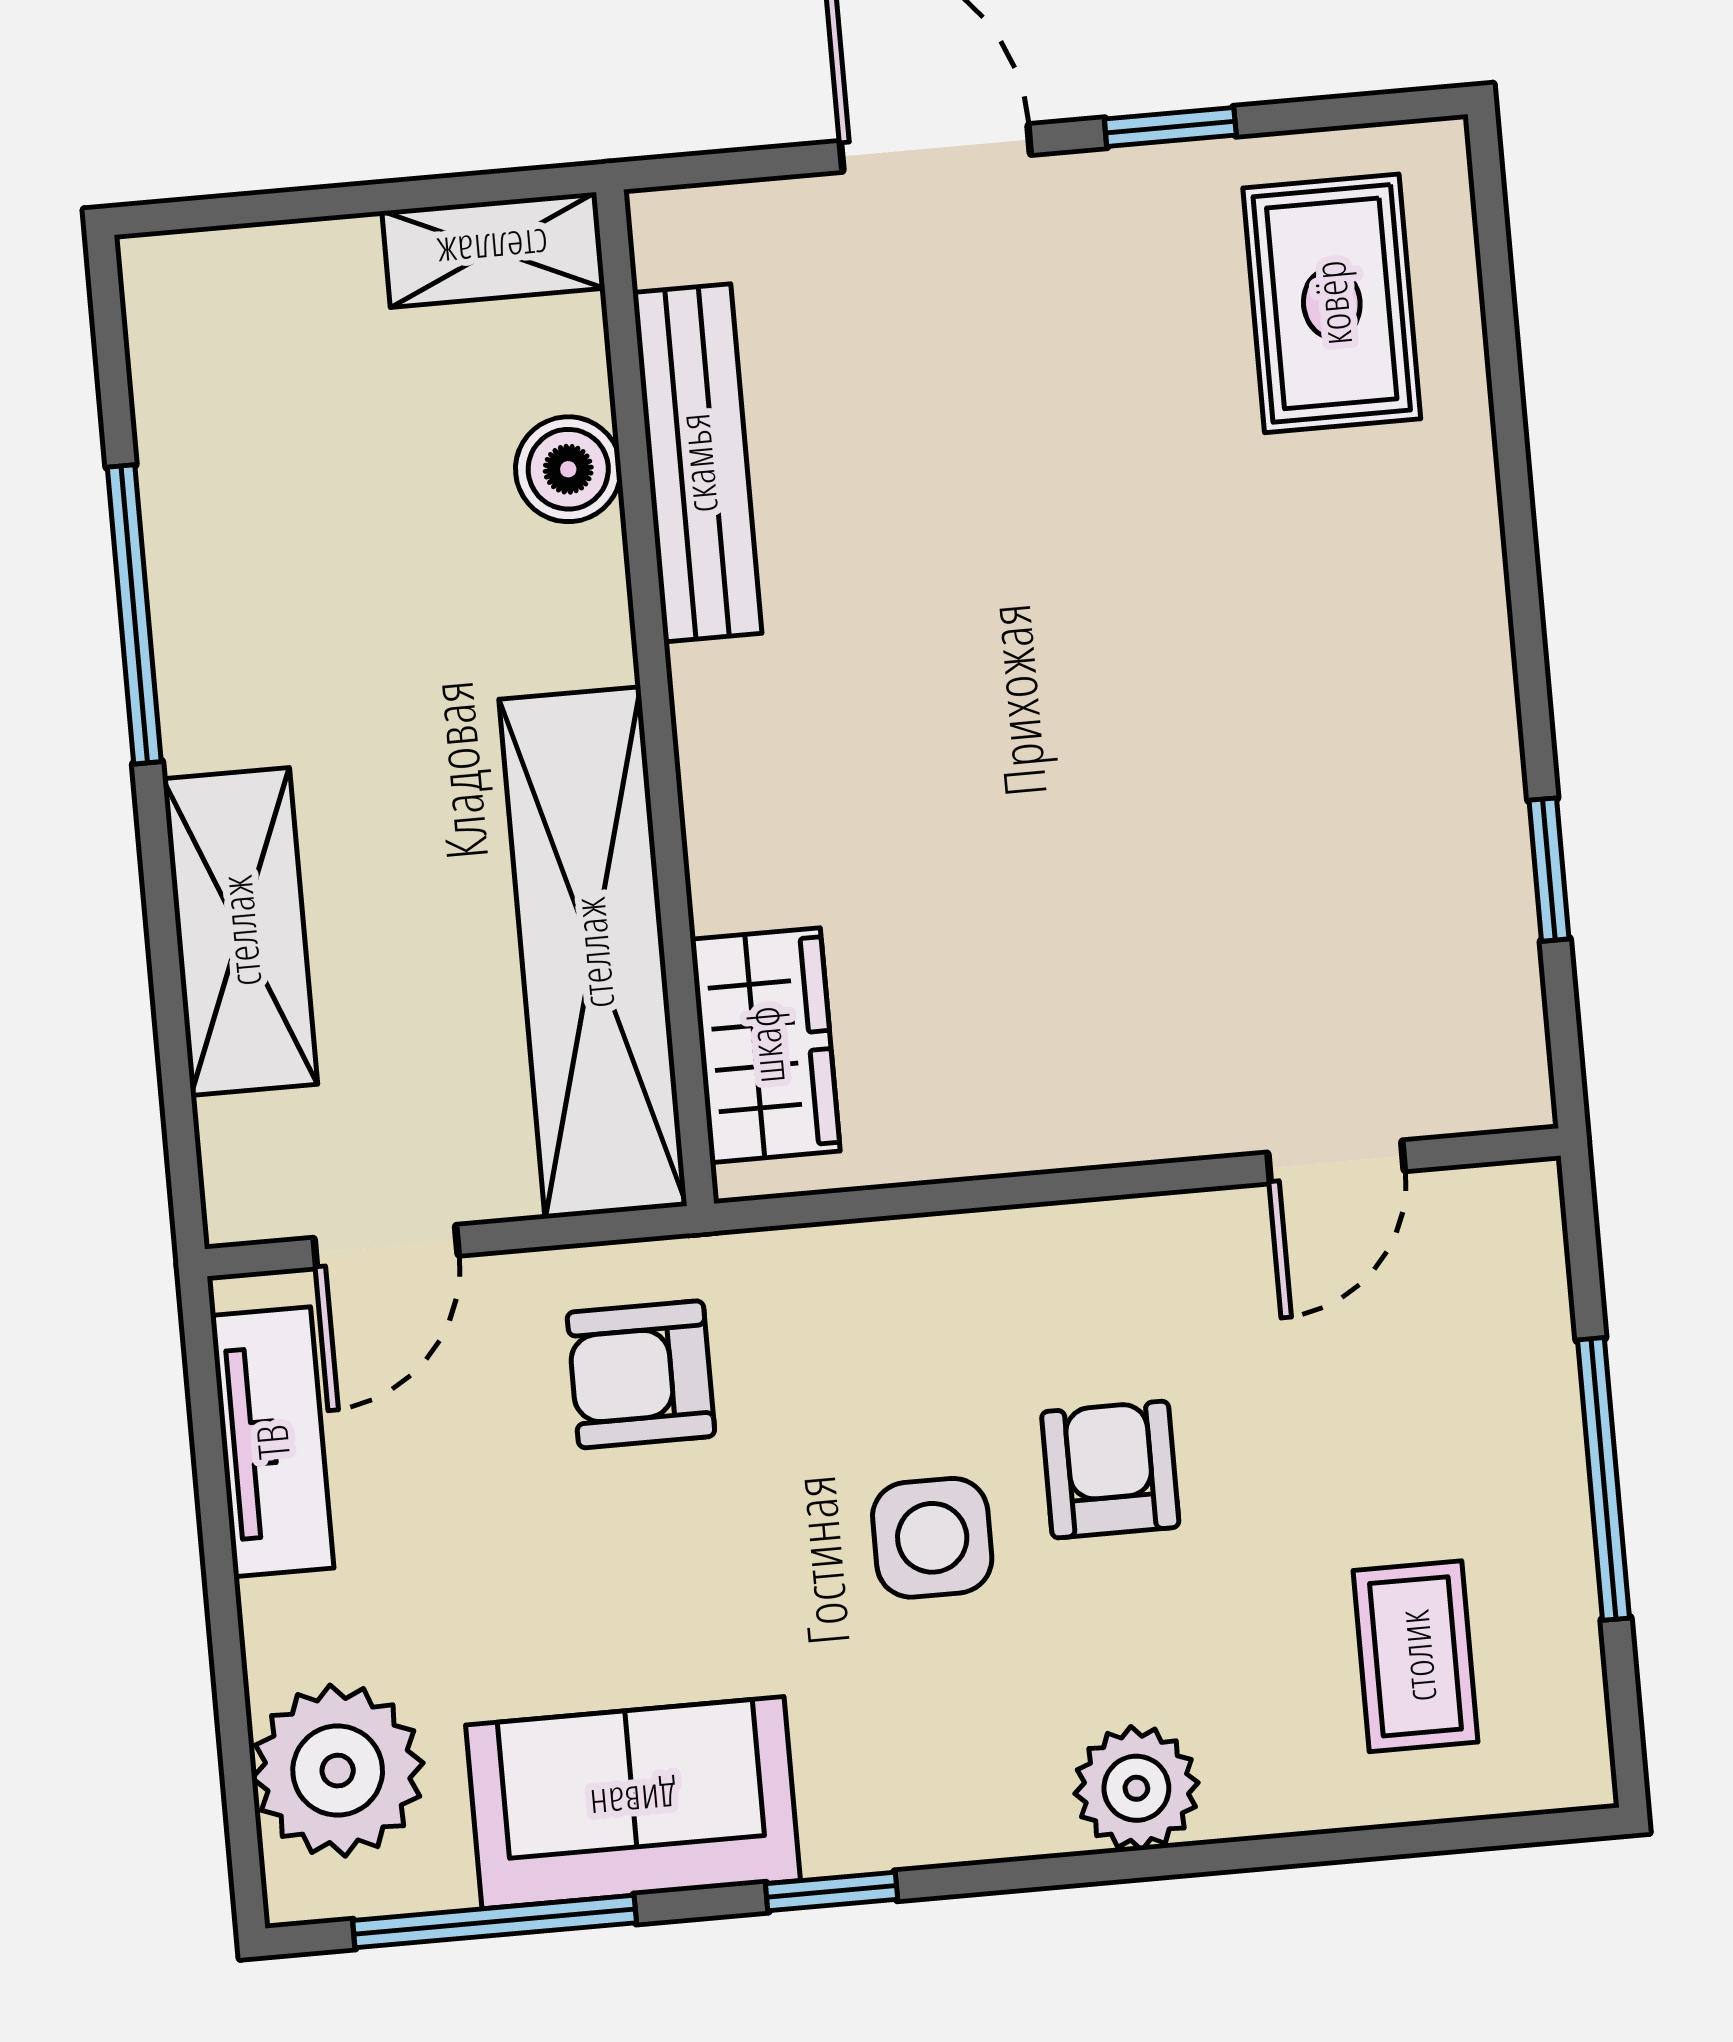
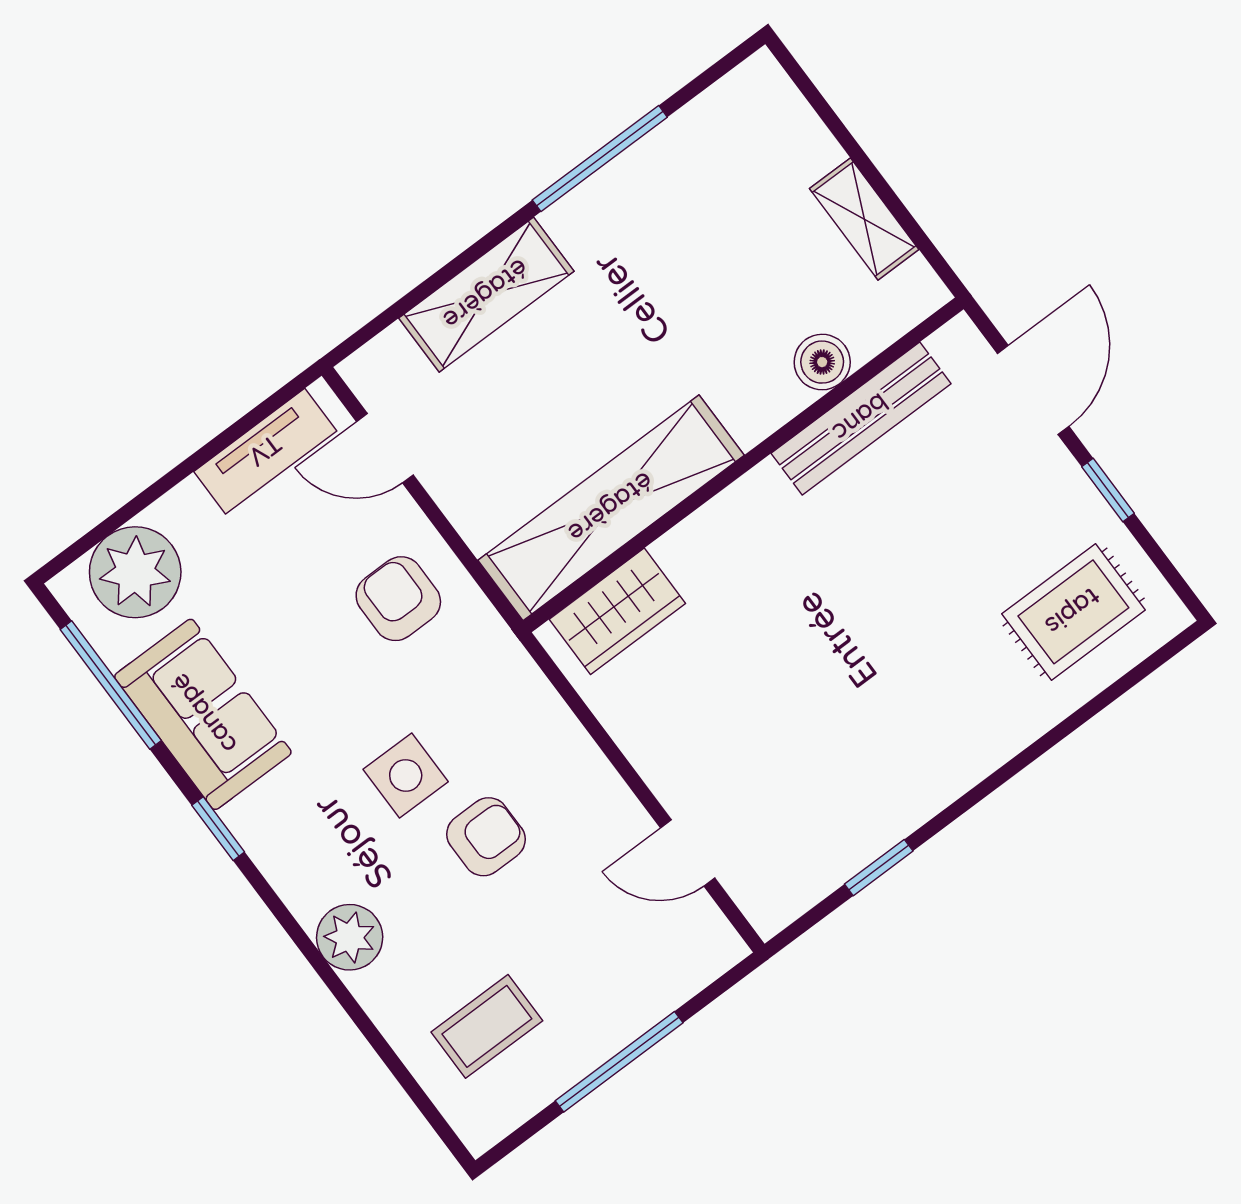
bench: (697, 463) -> (861, 418), moved
boiler: (568, 469) -> (822, 362), moved
wall: (655, 698) -> (743, 465), moved
shelving: (593, 953) -> (611, 508), moved
wardrobe: (765, 1045) -> (617, 611), moved

